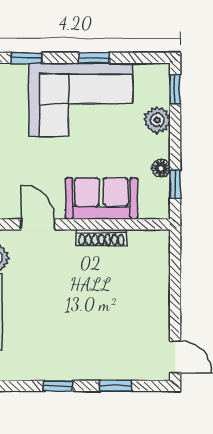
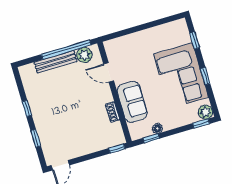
plant: (157, 120) -> (205, 112), moved
door: (38, 224) -> (109, 72), swing flipped
shoe rack: (101, 238) -> (113, 112), width x0.70
window: (175, 249) -> (117, 149), added

